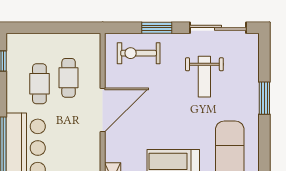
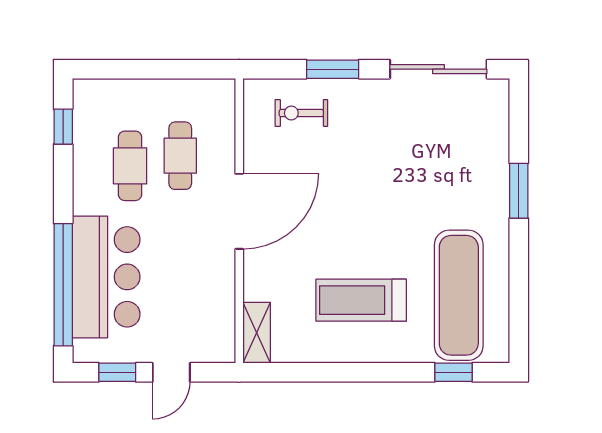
exercise bike: (139, 53) -> (301, 113), width x0.73, depth x0.72
weight bench: (204, 77) -> (415, 154), removed

